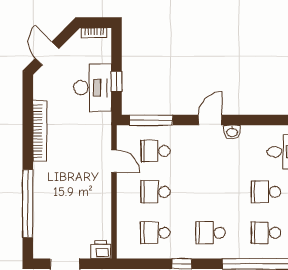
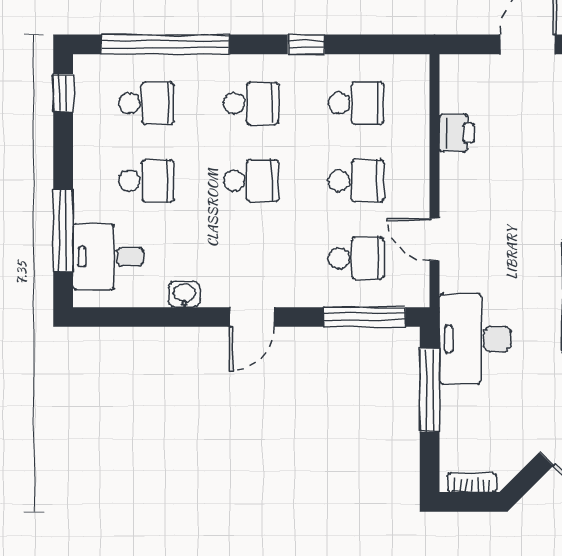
window: (117, 82) -> (430, 390), width x2.17
desk: (93, 88) -> (475, 339), moved
washbasin: (232, 132) -> (184, 294), moved
school desk: (211, 192) -> (251, 181), added
printer: (101, 250) -> (457, 133), moved, turned -90

